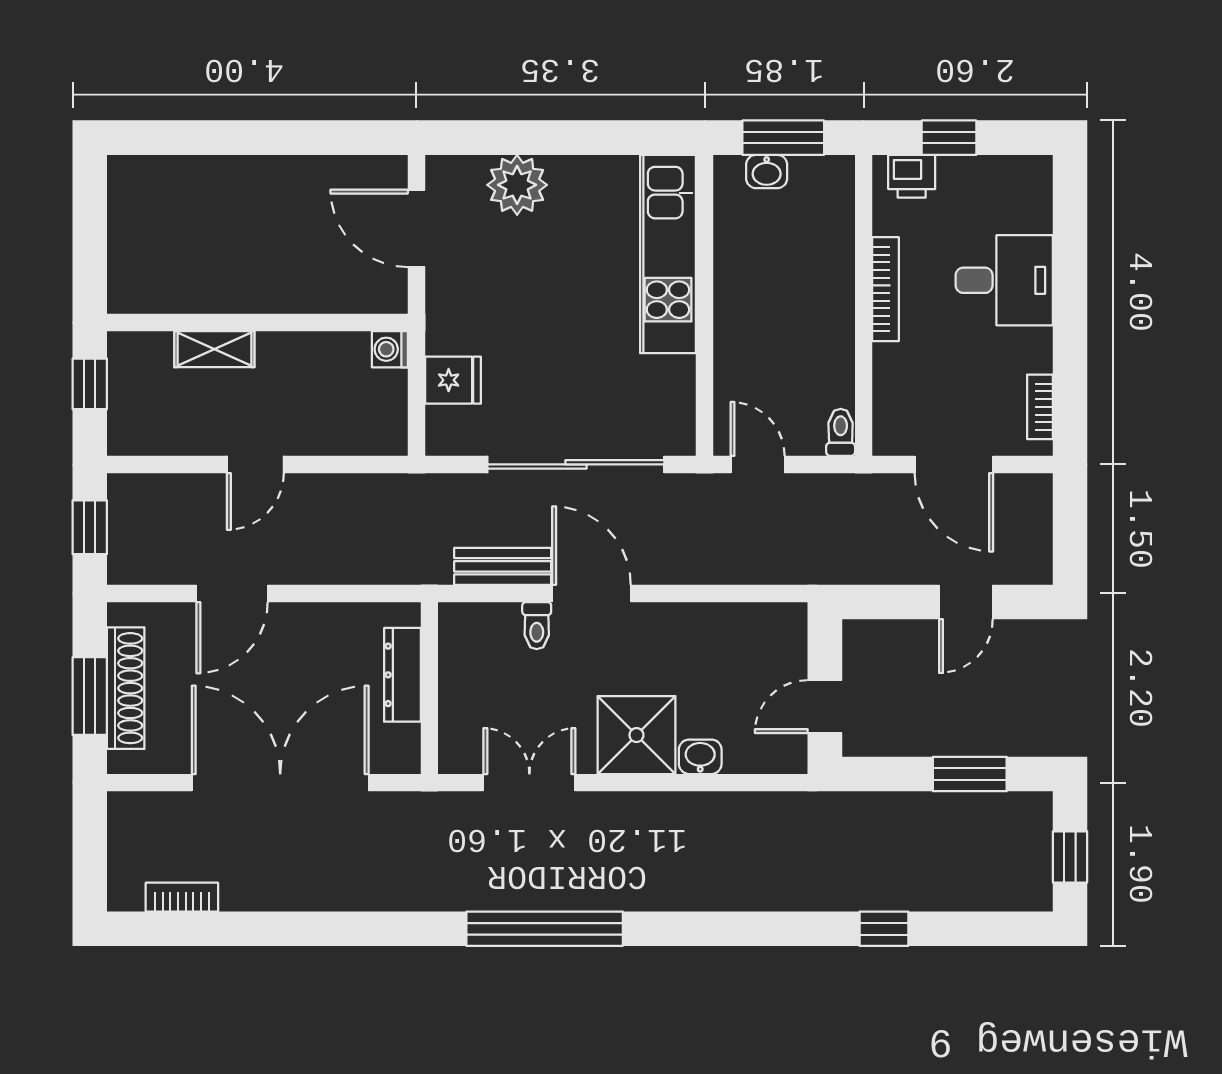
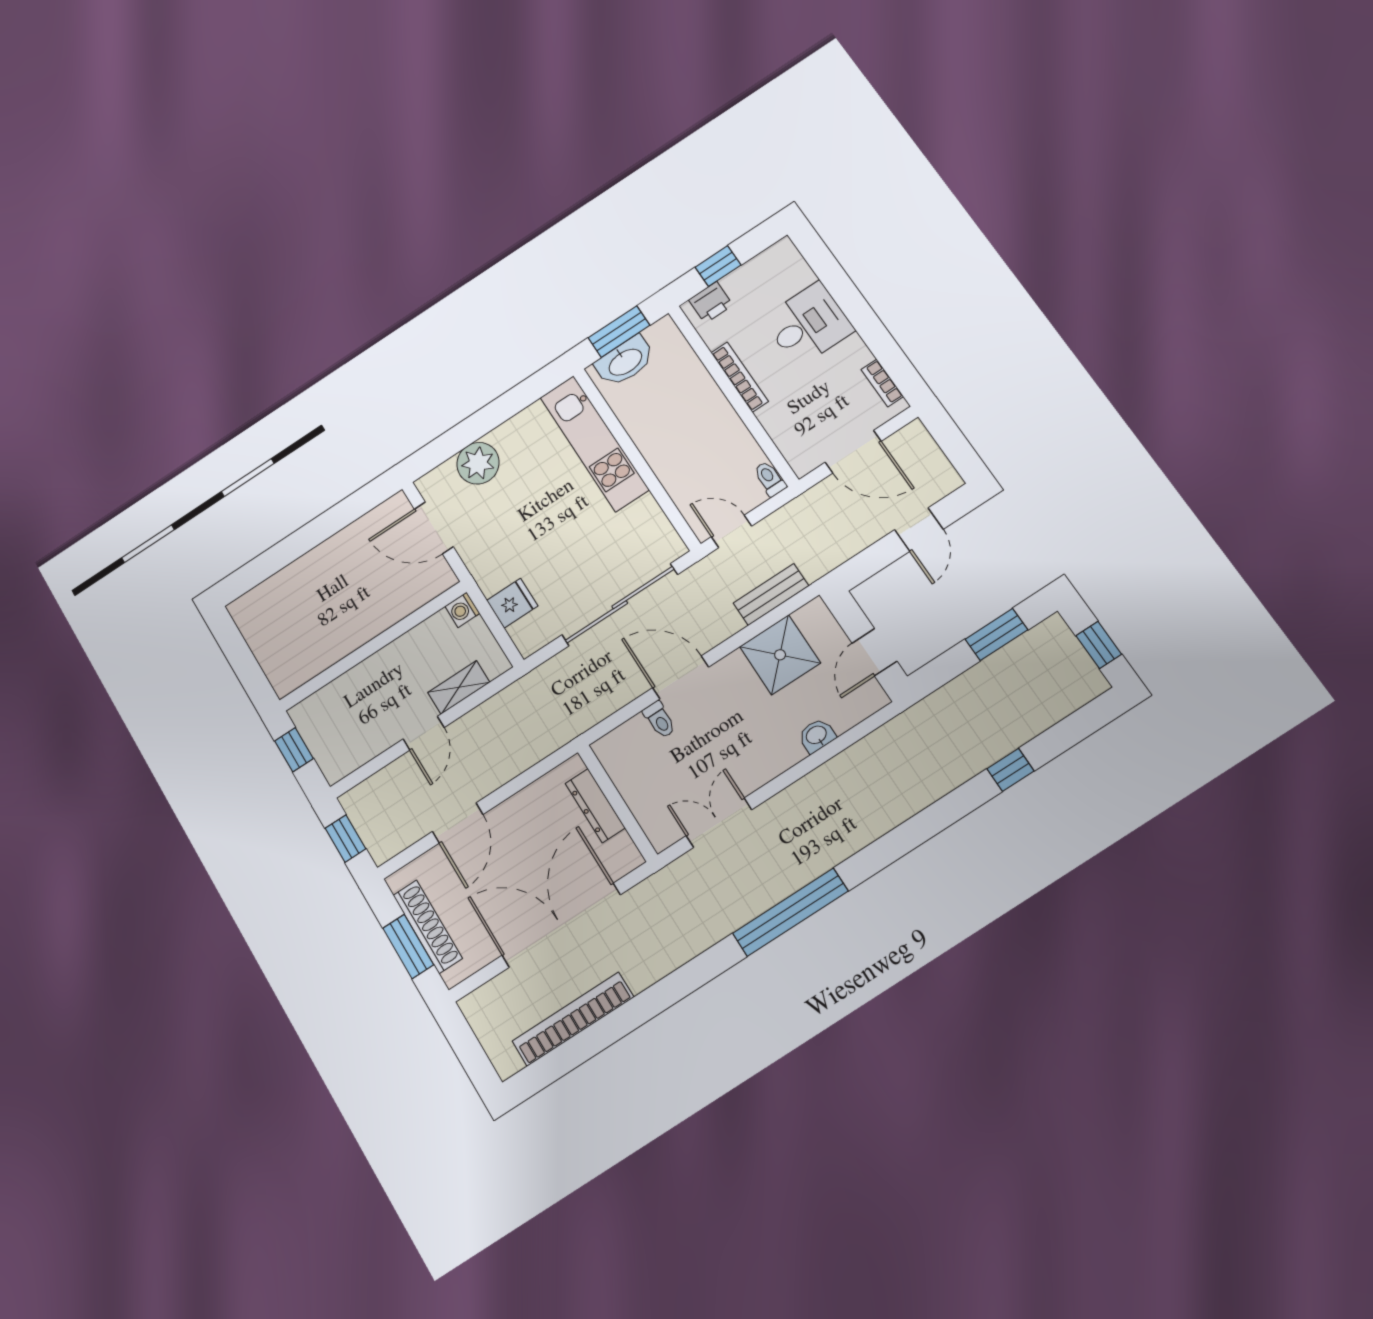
washbasin: (767, 172) -> (625, 361), width x1.91, depth x1.45
shelving: (214, 349) -> (459, 687), moved
bench: (503, 566) -> (771, 594), moved
shower: (636, 735) -> (780, 655), moved
bookcase: (182, 897) -> (573, 1019), width x2.31, depth x1.31

